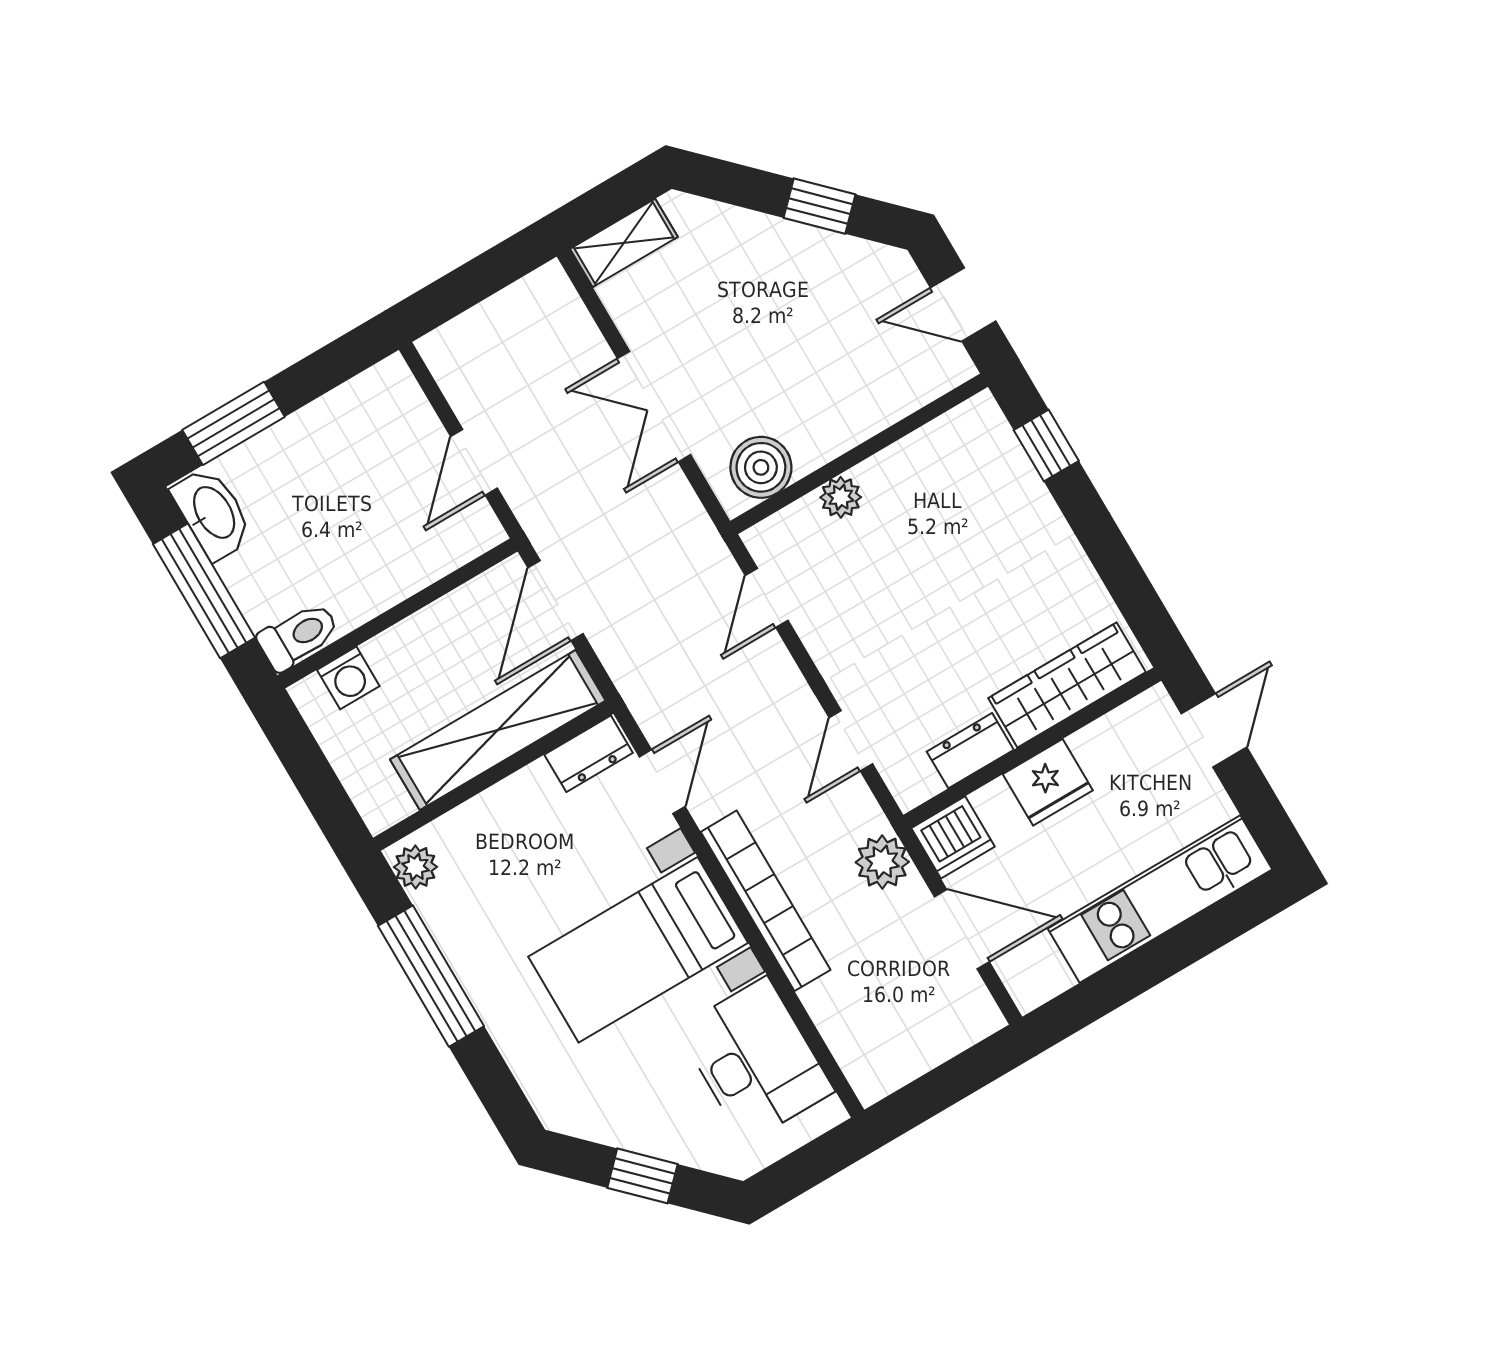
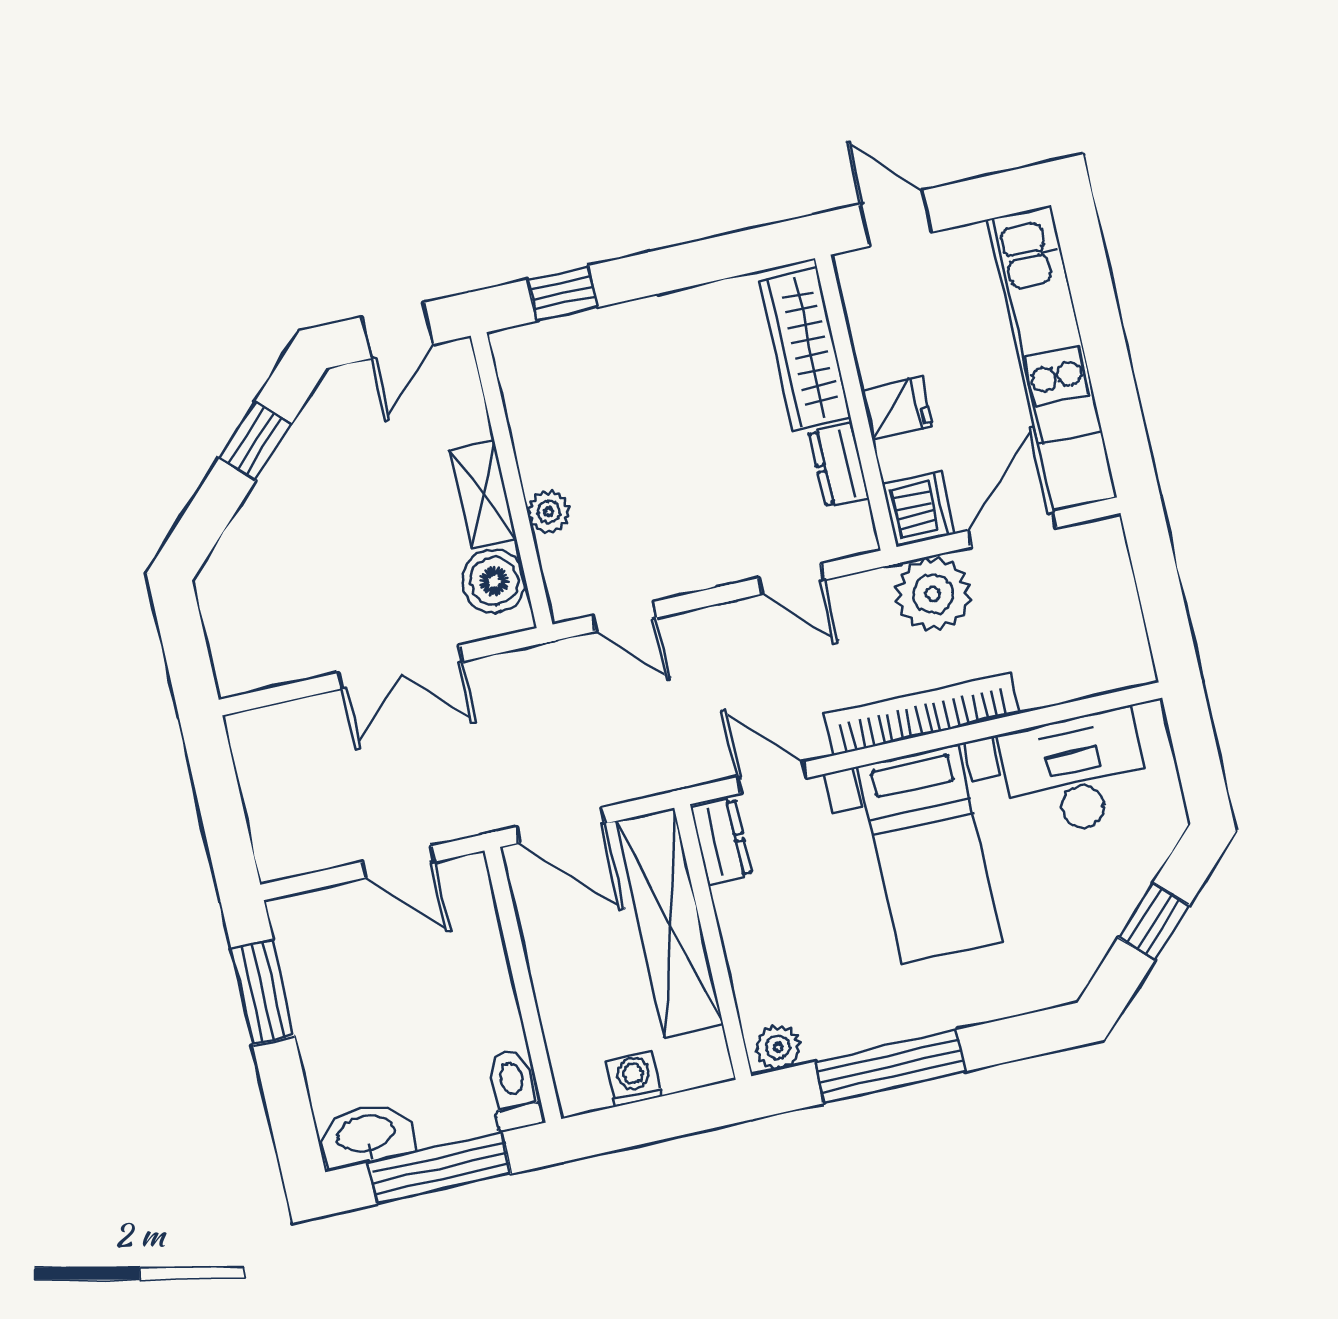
shelving: (624, 243) -> (483, 494), moved
window: (234, 423) -> (263, 992), moved
washing machine: (348, 678) -> (634, 1078), moved, turned -90
fridge: (1048, 782) -> (897, 408), width x0.72
plant: (882, 862) -> (933, 594), width x1.36, depth x1.36

